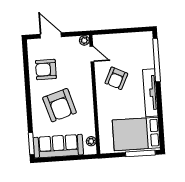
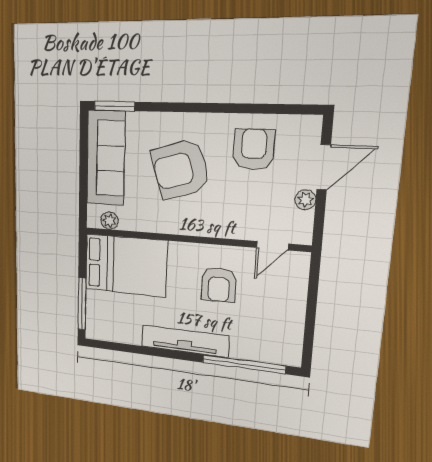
plant: (84, 40) -> (305, 200), moved
armchair: (116, 78) -> (219, 285), turned -116
bed: (136, 134) -> (126, 265), moved, turned 90

